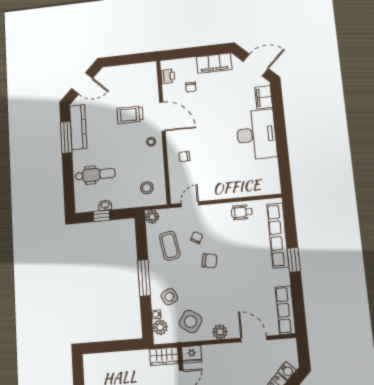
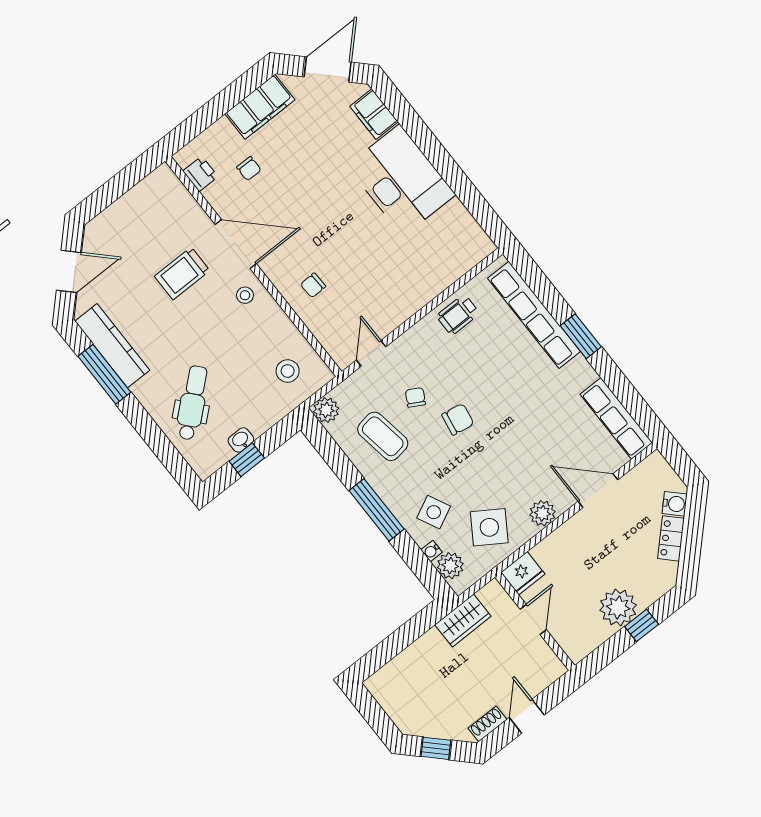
dental chair: (95, 175) -> (192, 403), turned -41
wardrobe: (164, 356) -> (463, 620), moved

